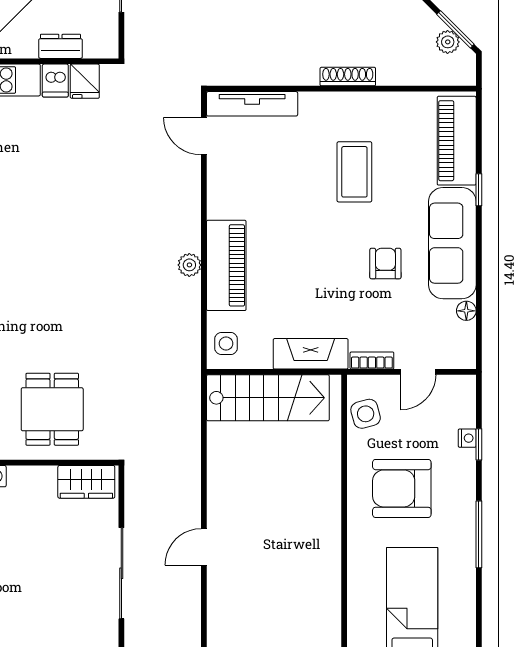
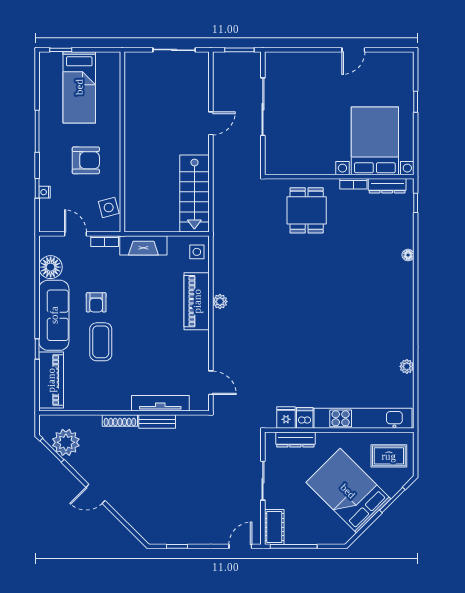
plant: (448, 42) -> (66, 442), width x1.88, depth x1.88
dresser: (60, 46) -> (295, 440), width x1.44
bench: (289, 75) -> (157, 421), added
tv unit: (252, 104) -> (160, 403), moved
coffee table: (354, 172) -> (101, 342), moved
floor lamp: (466, 311) -> (51, 267), width x1.89, depth x1.89
door: (418, 372) -> (75, 234), hinge flipped
stairs: (268, 398) -> (194, 193), moved, turned -90
wardrobe: (86, 482) -> (285, 165), removed
armchair: (402, 488) -> (86, 160), width x0.73, depth x0.73

